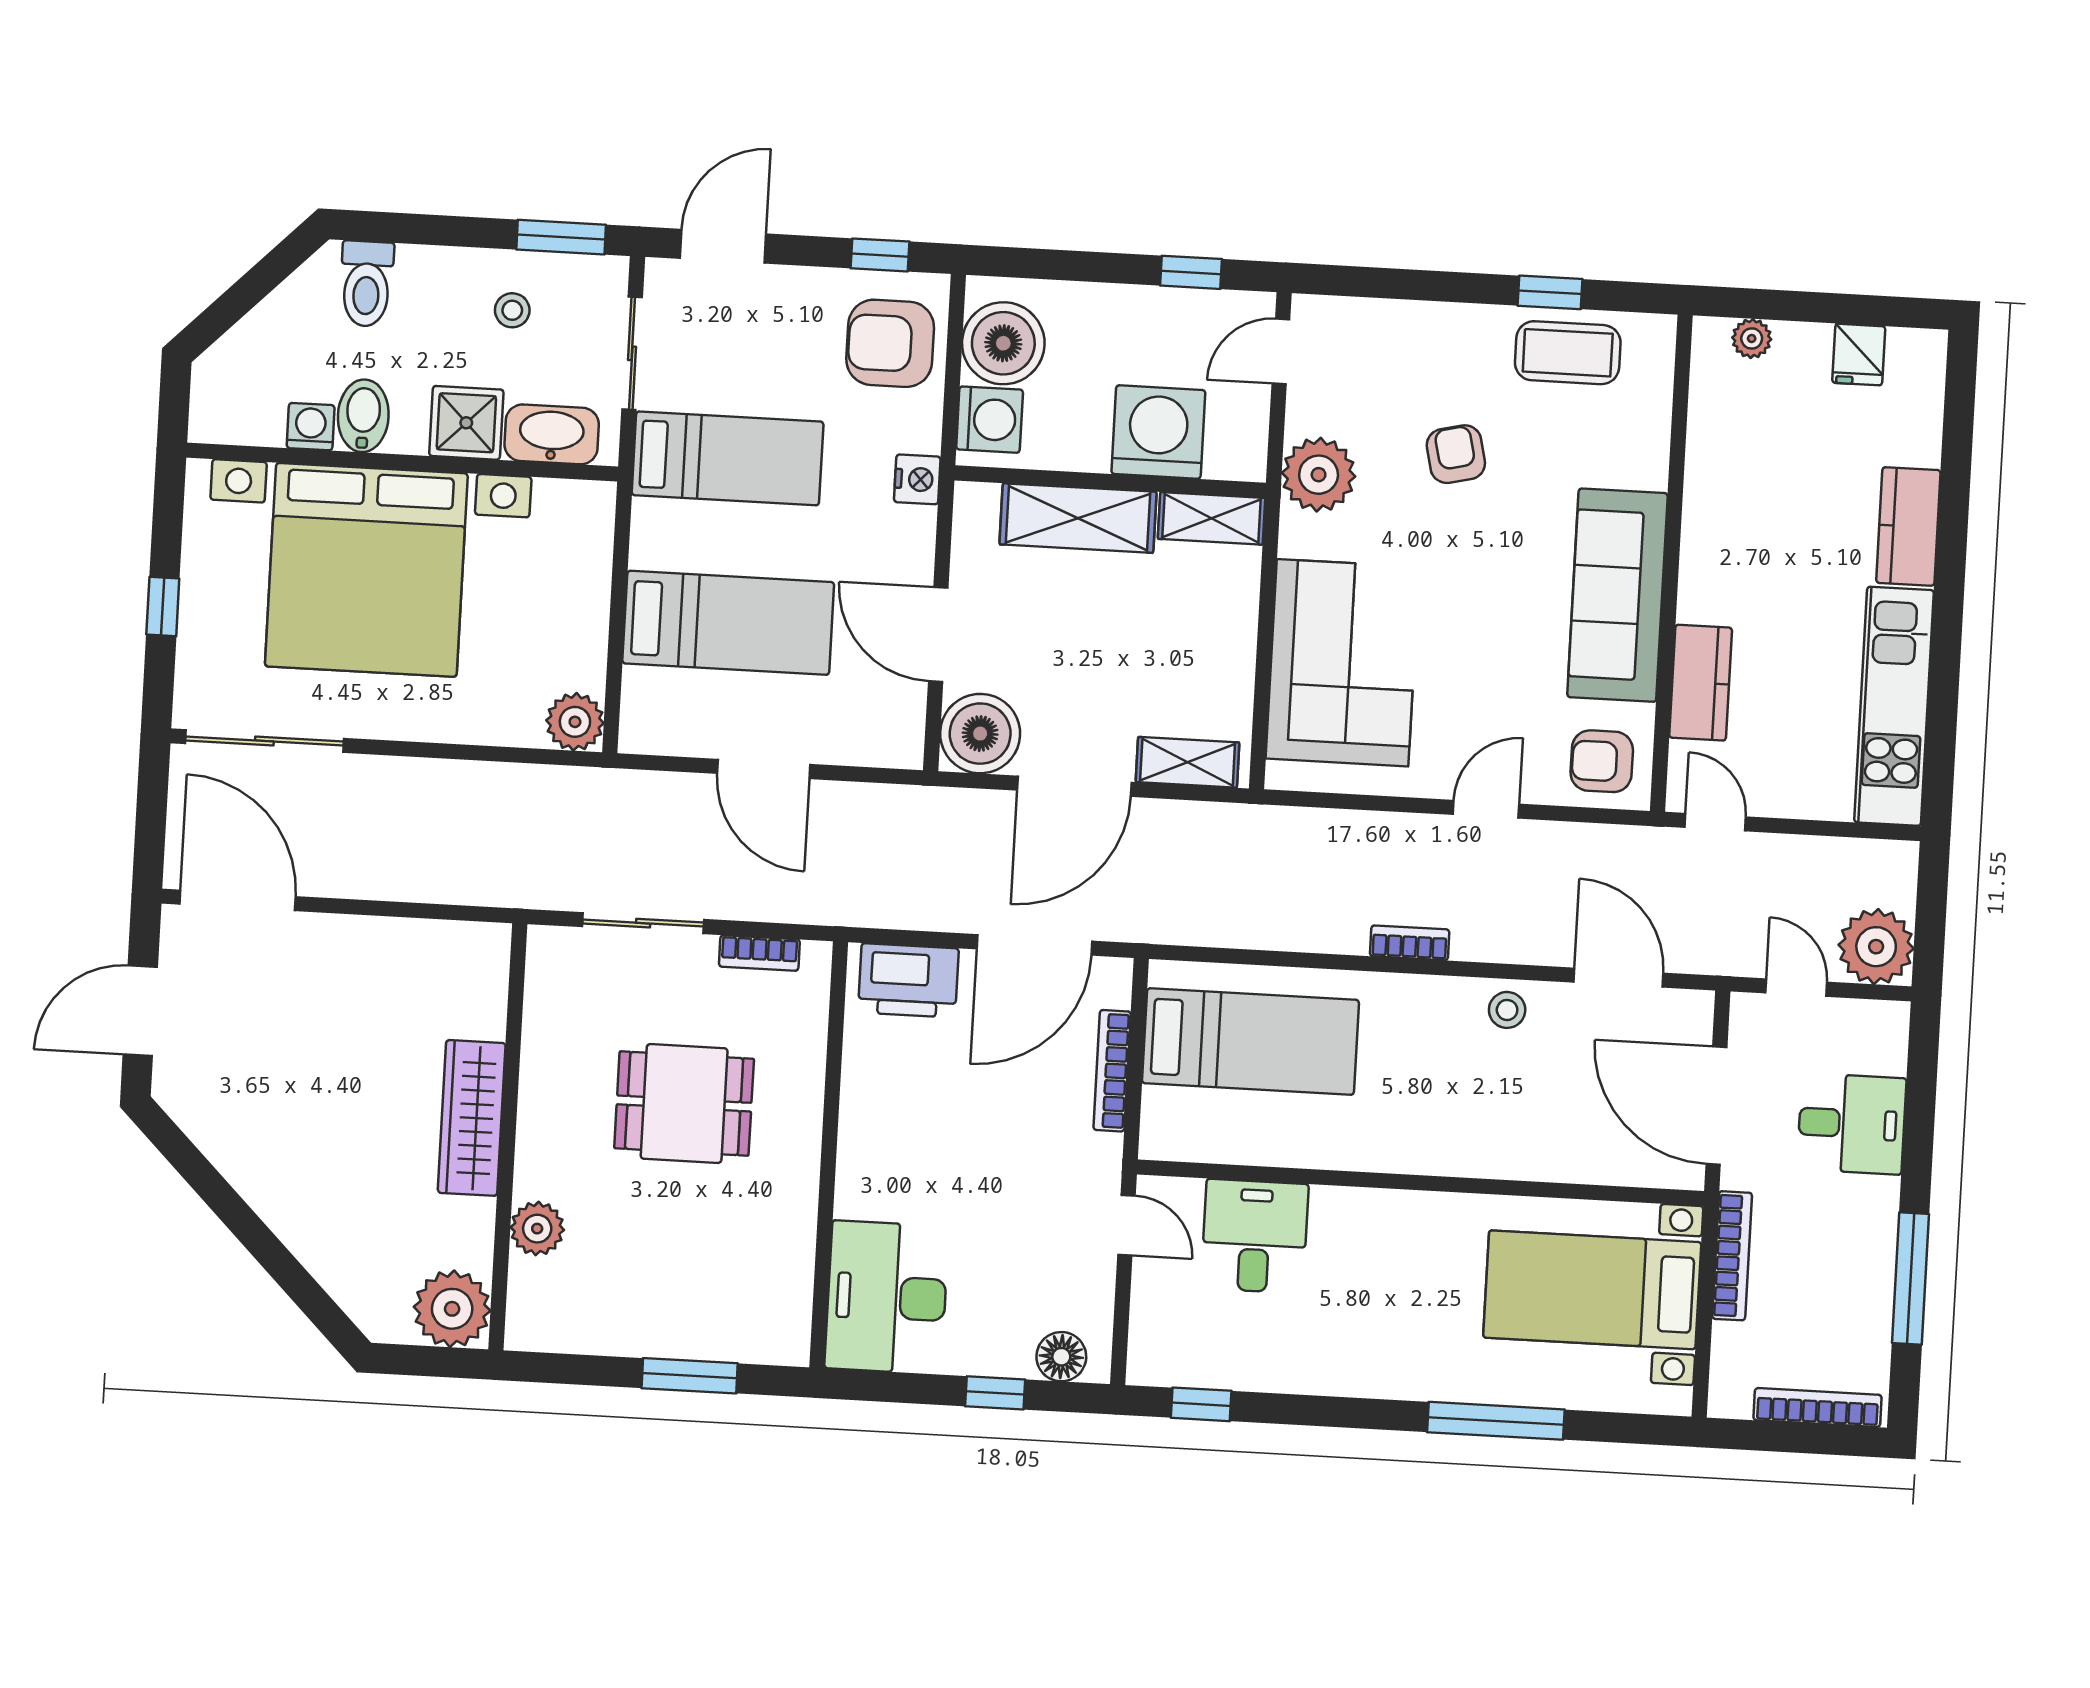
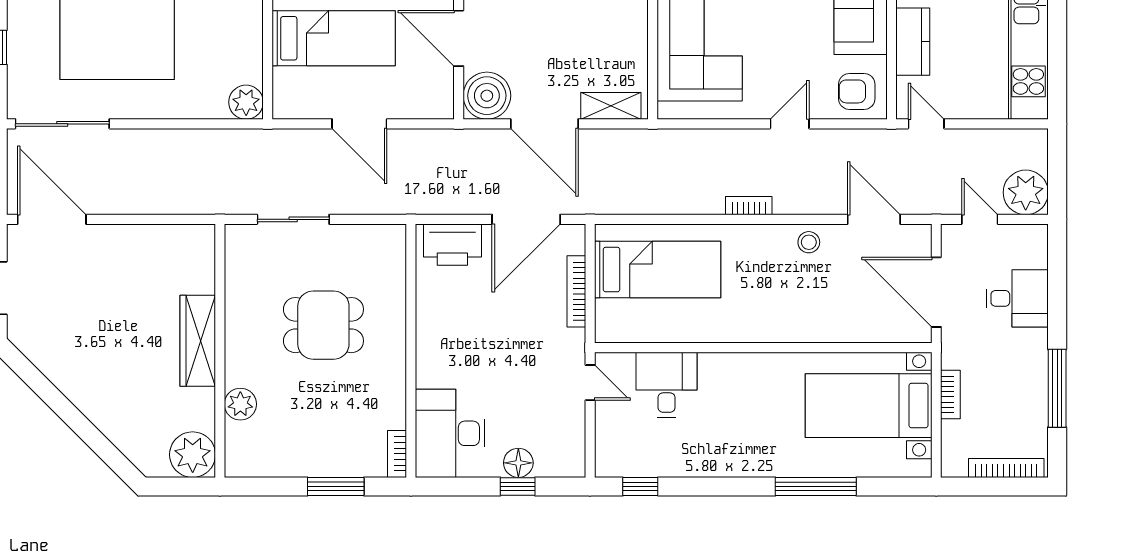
door: (1074, 786) -> (544, 124), hinge flipped
bookcase: (759, 953) -> (397, 454), moved, turned 90
bookcase: (1732, 1256) -> (950, 394), width x0.64
floor lamp: (1061, 1357) -> (518, 463), moved

